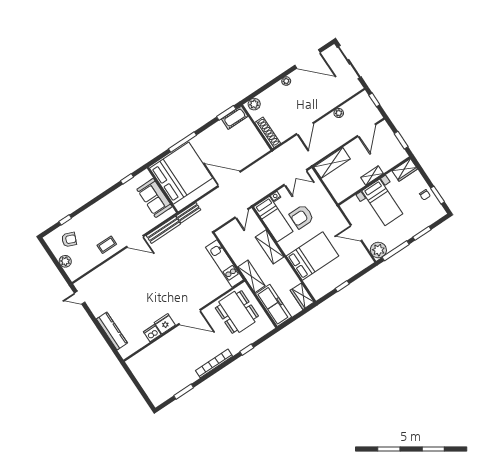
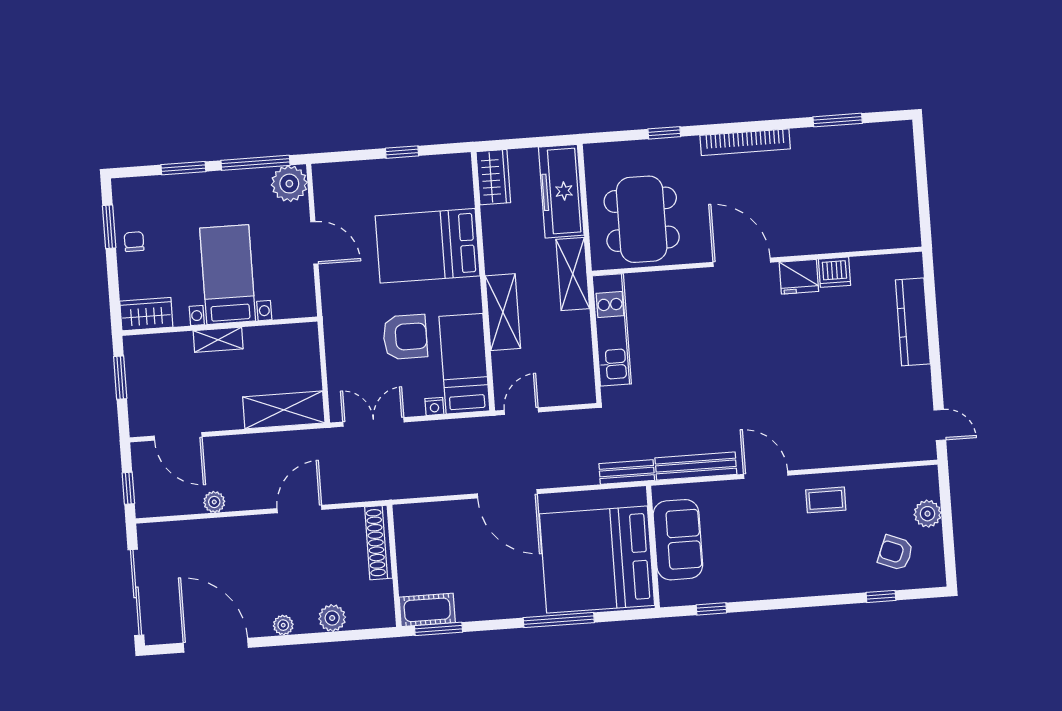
plant: (254, 104) -> (332, 618), moved
door: (366, 130) -> (178, 436), swing flipped

